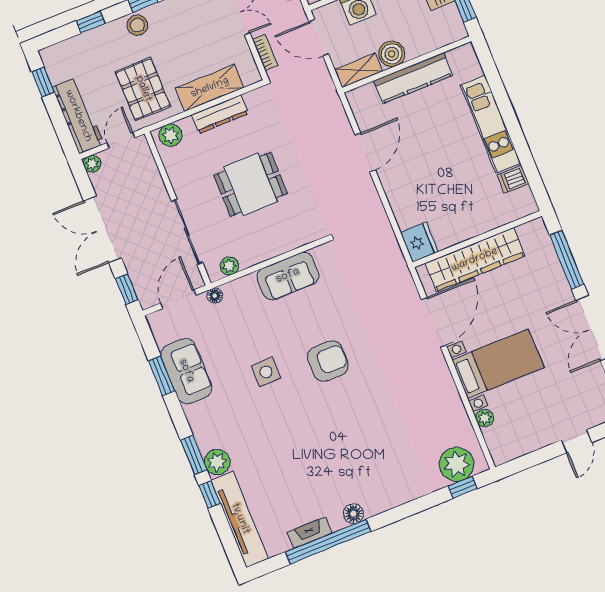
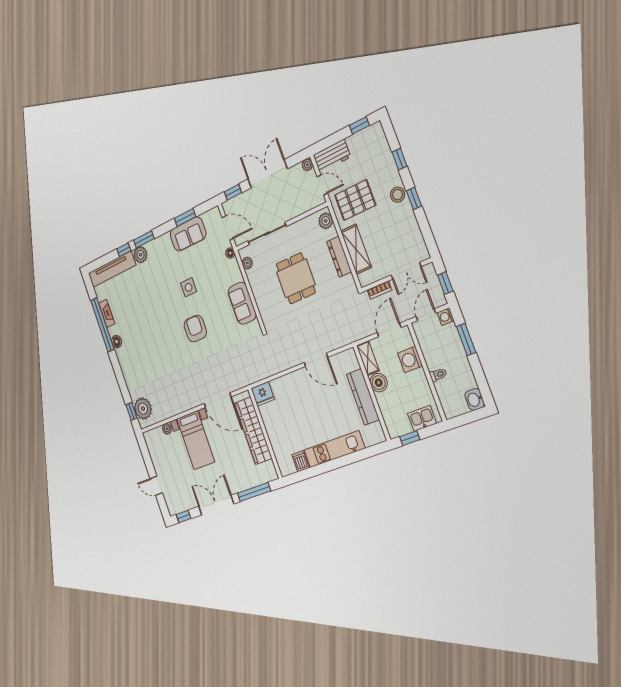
workbench: (78, 116) -> (332, 156), width x0.73
armchair: (328, 361) -> (195, 329), turned 180

